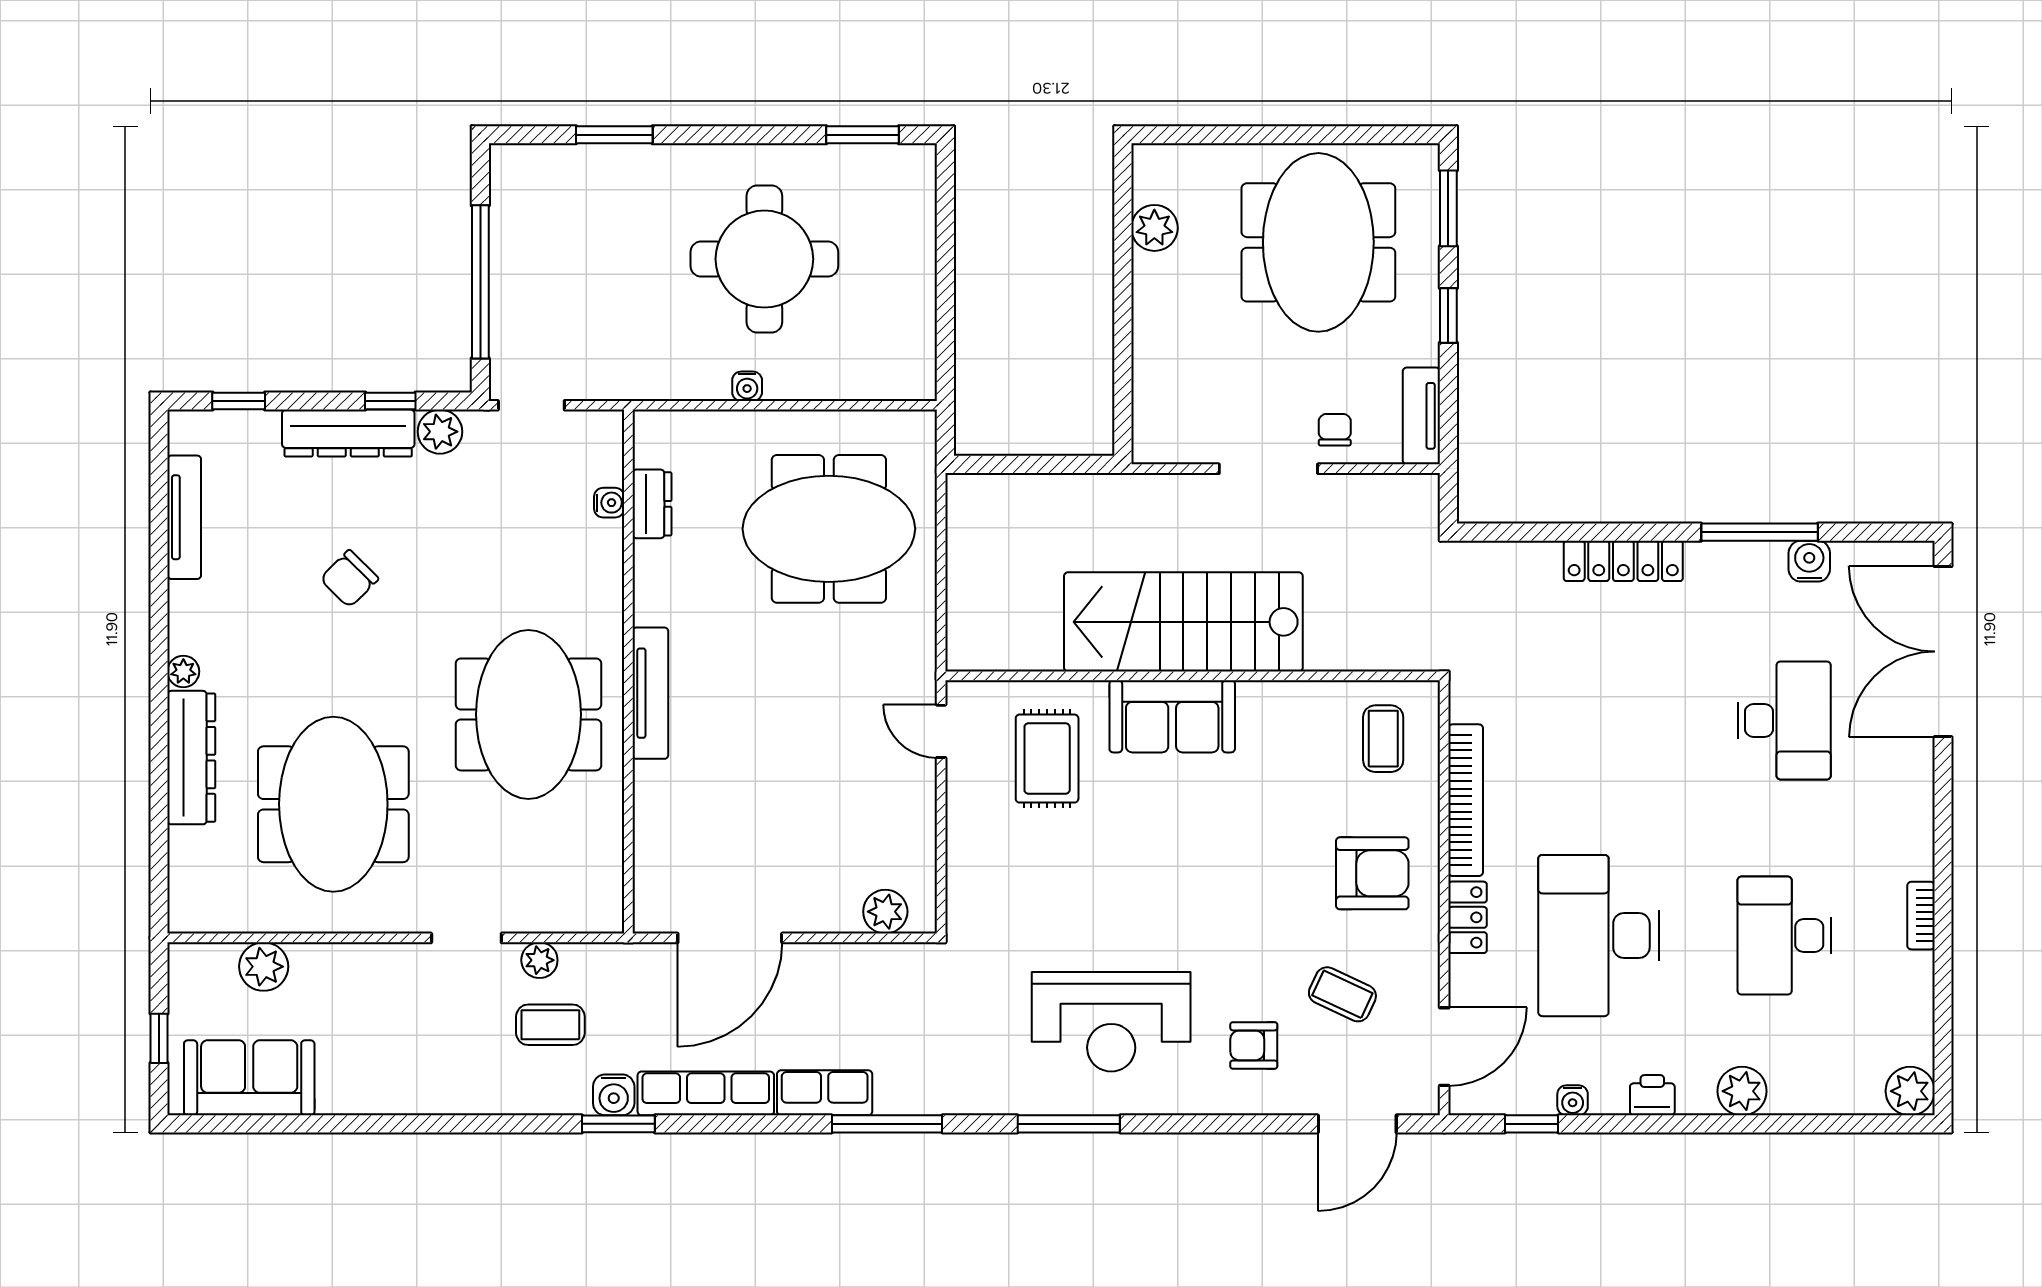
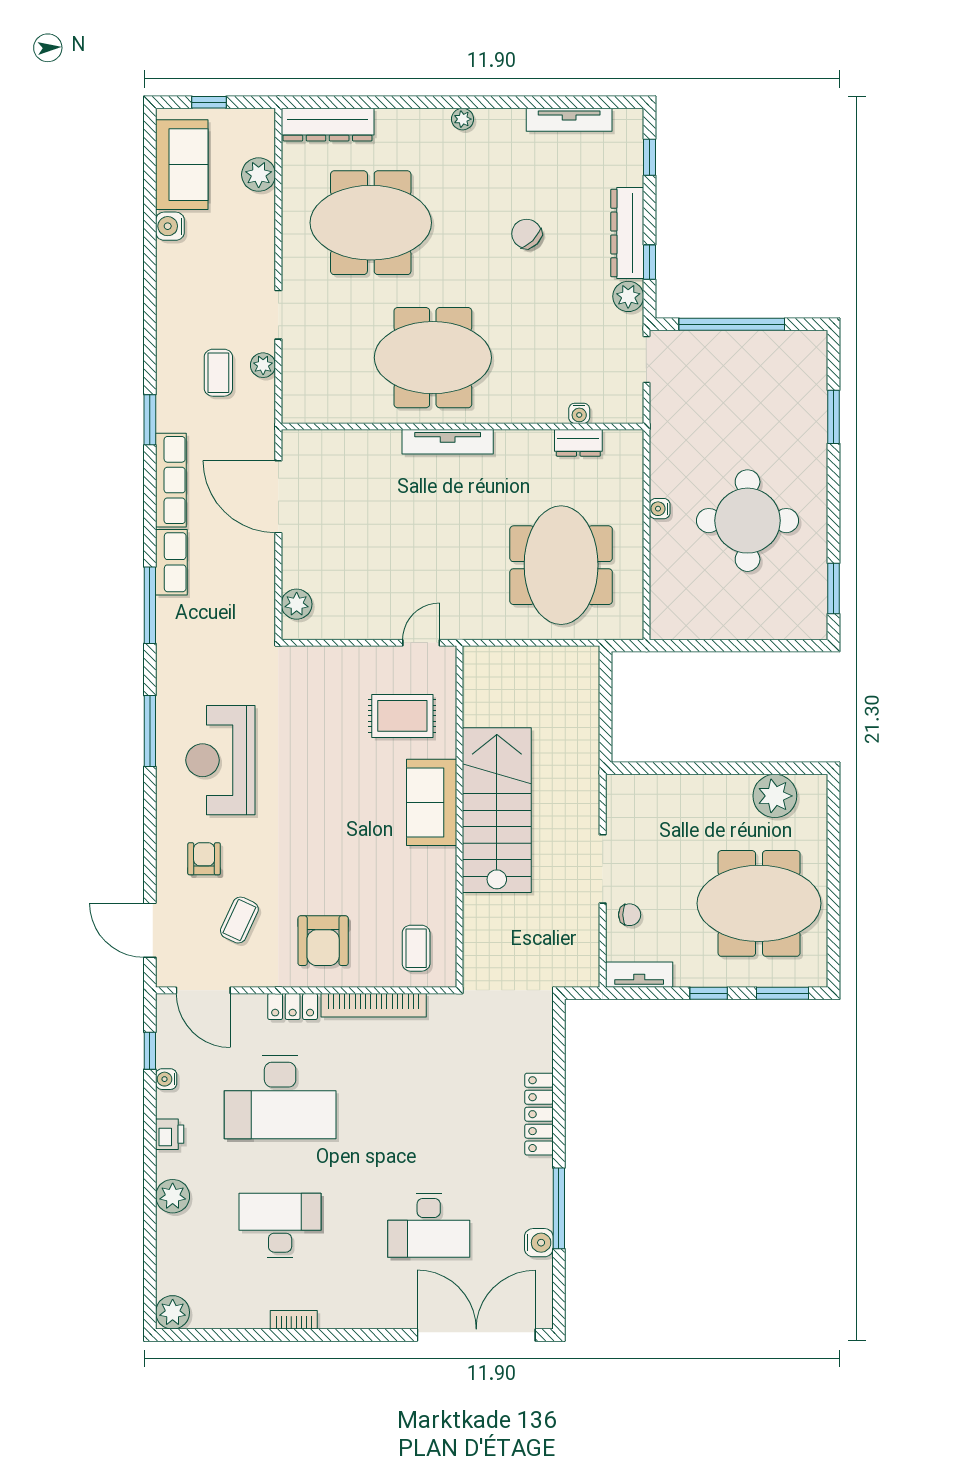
plant: (1154, 228) -> (775, 796), width x1.36, depth x1.36
coffee table: (1383, 739) -> (416, 948), turned 90
dresser: (191, 758) -> (328, 125), moved
desk: (1599, 936) -> (280, 1097), turned 180
water cooler: (614, 1095) -> (170, 226), moved

